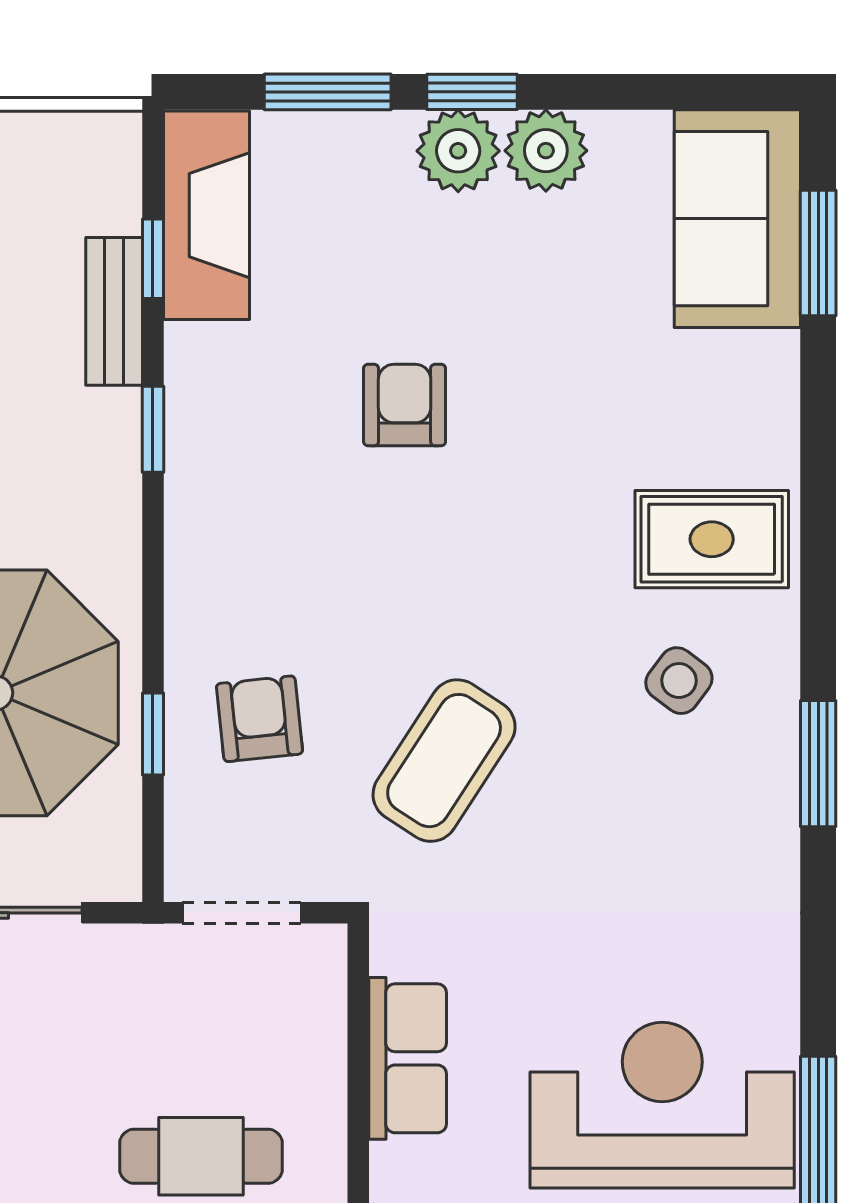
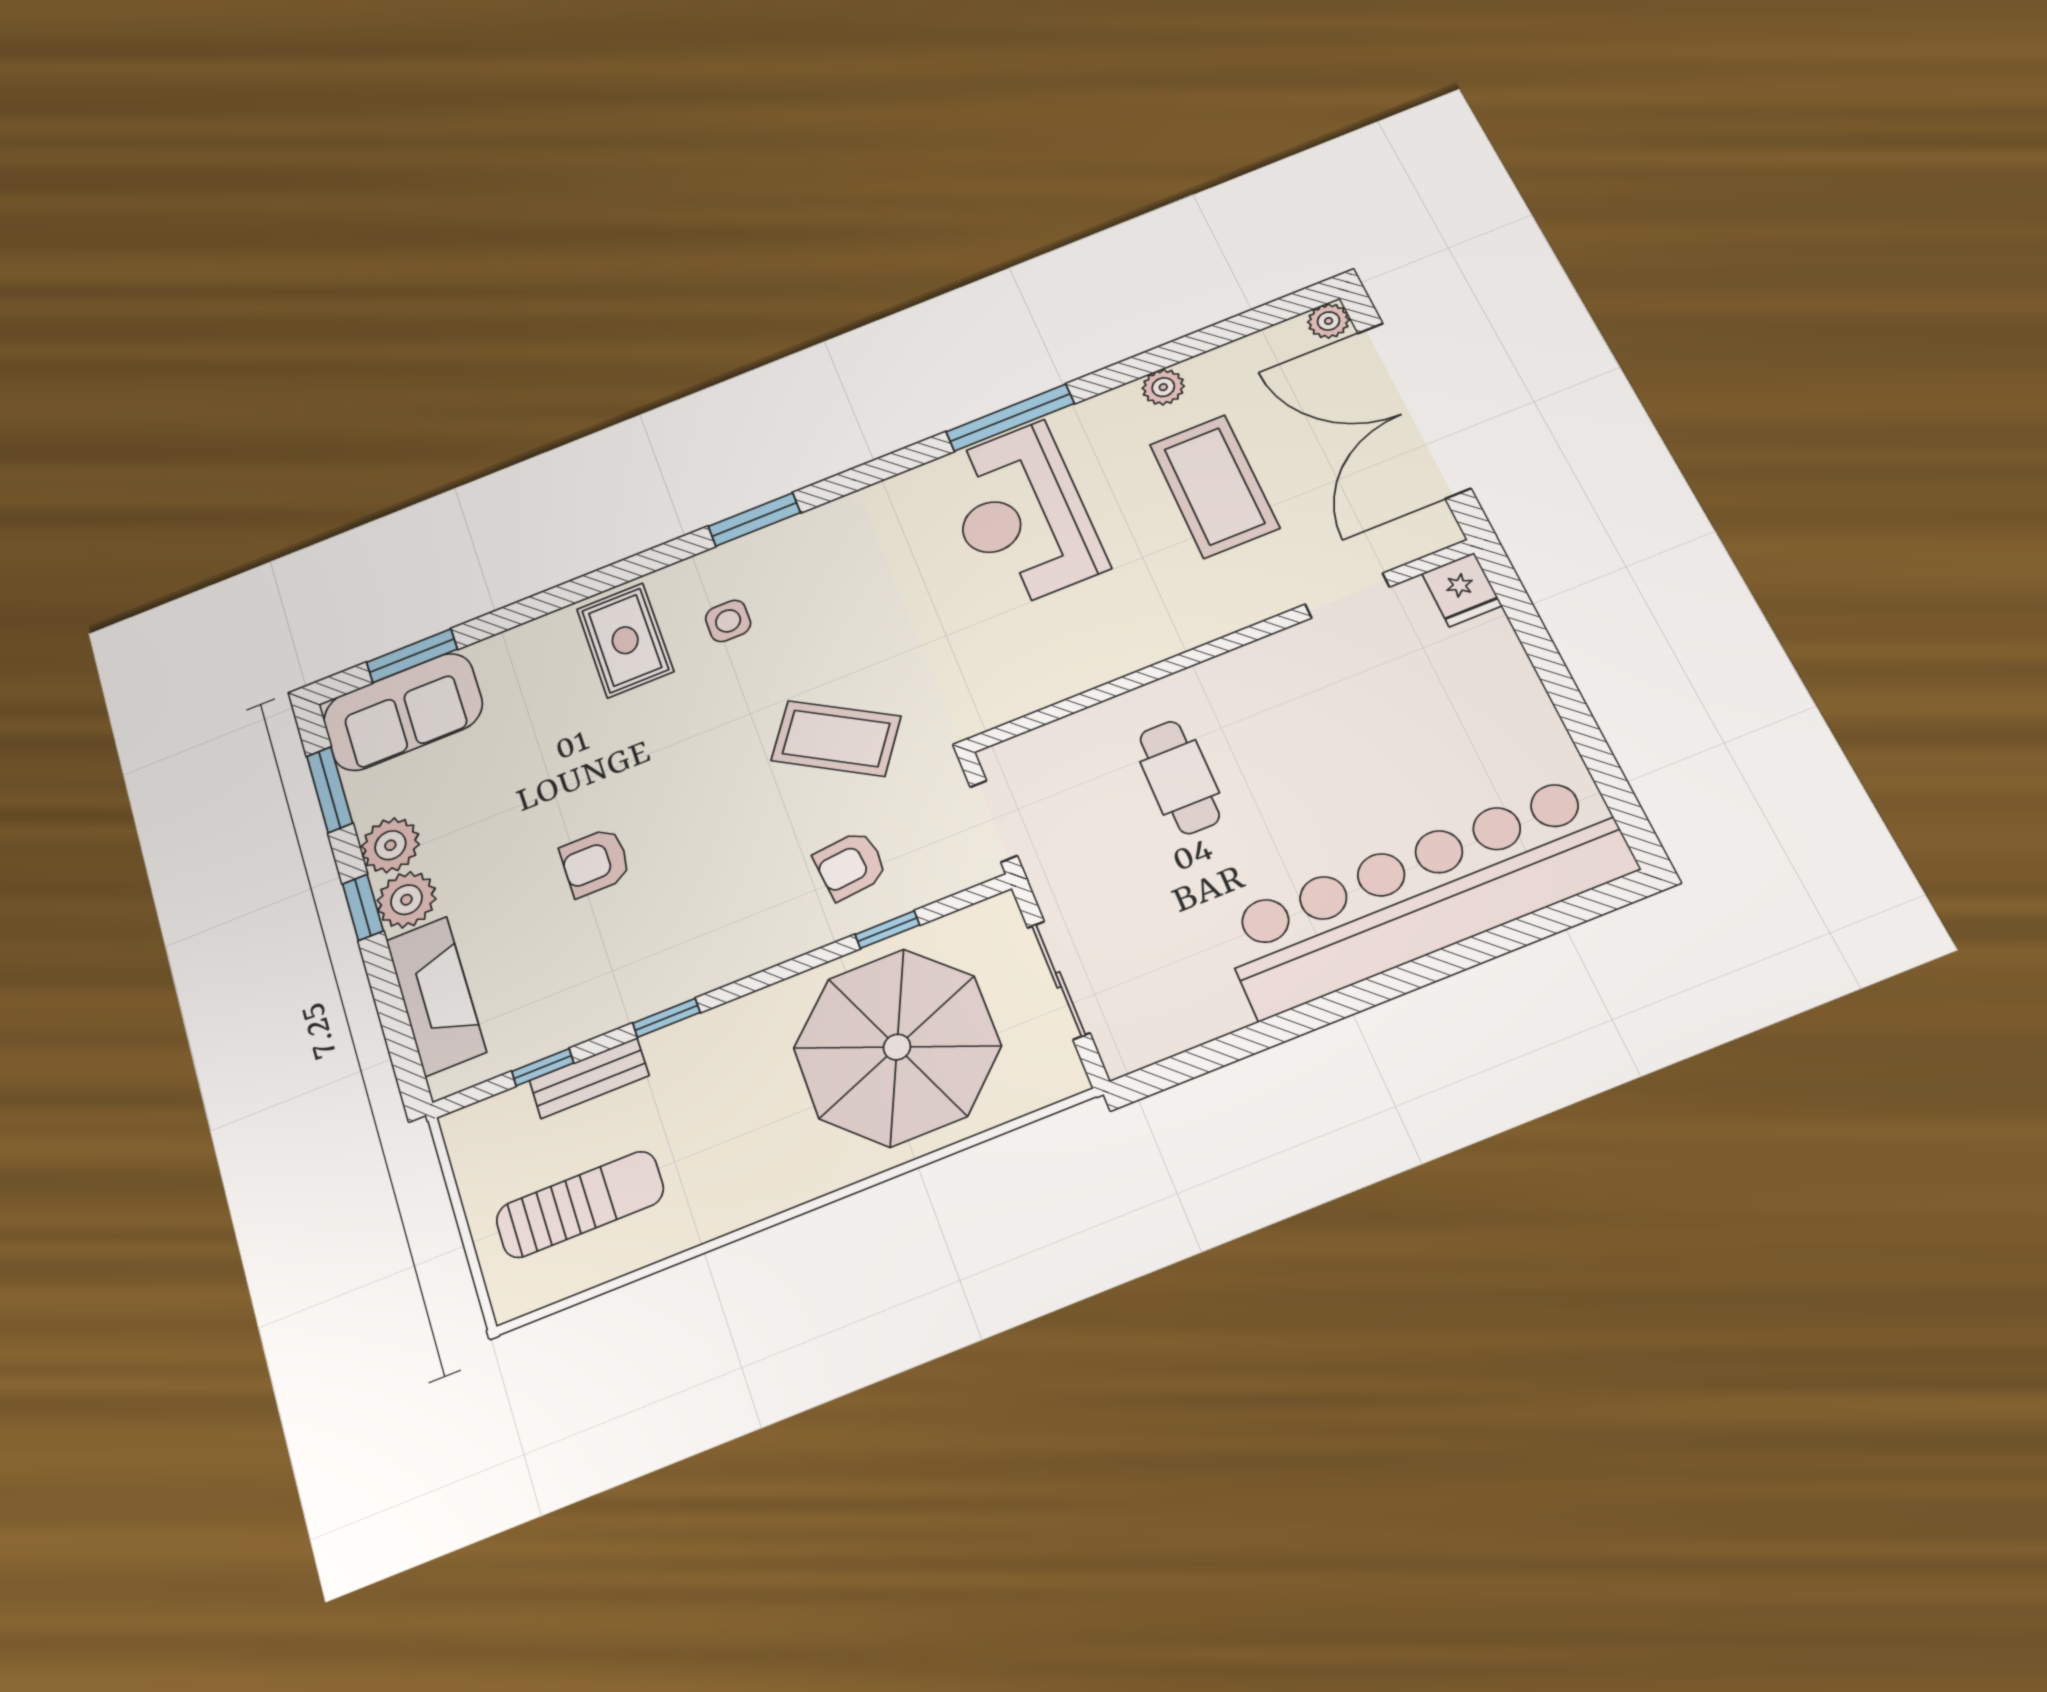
window: (328, 92) -> (329, 790), moved
fireplace: (207, 215) -> (436, 996), moved, turned 90
side table: (679, 681) -> (728, 621), turned -37
row of seats: (408, 1058) -> (1054, 677), removed

